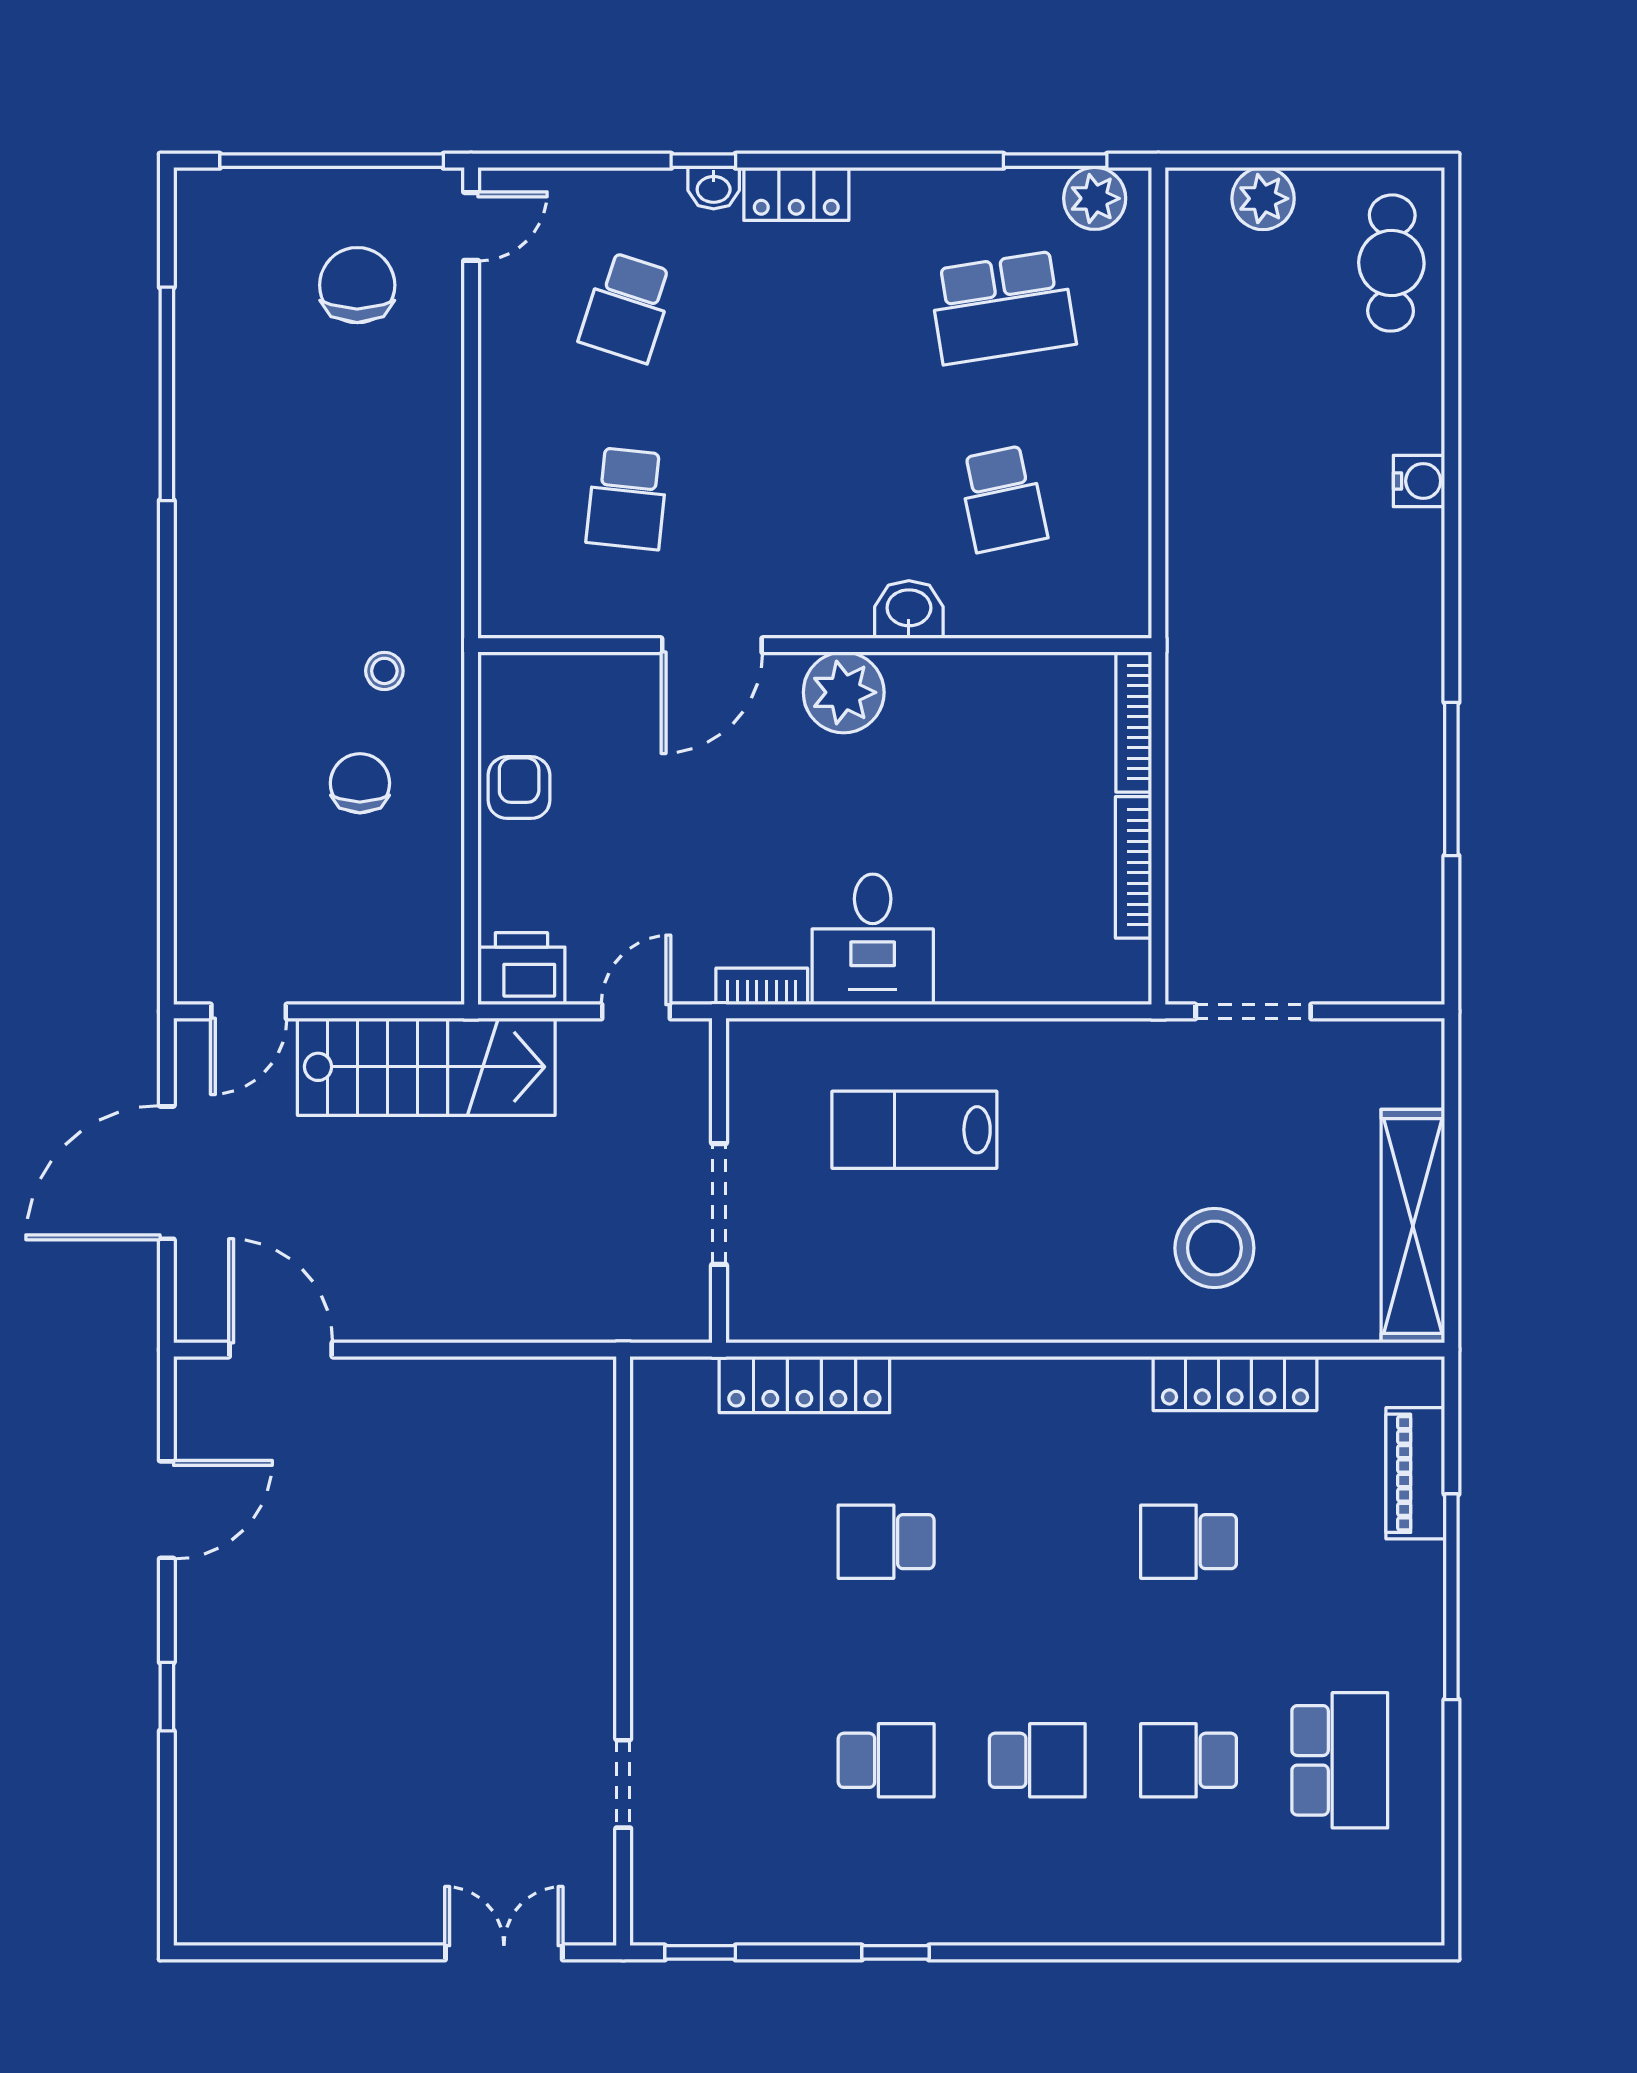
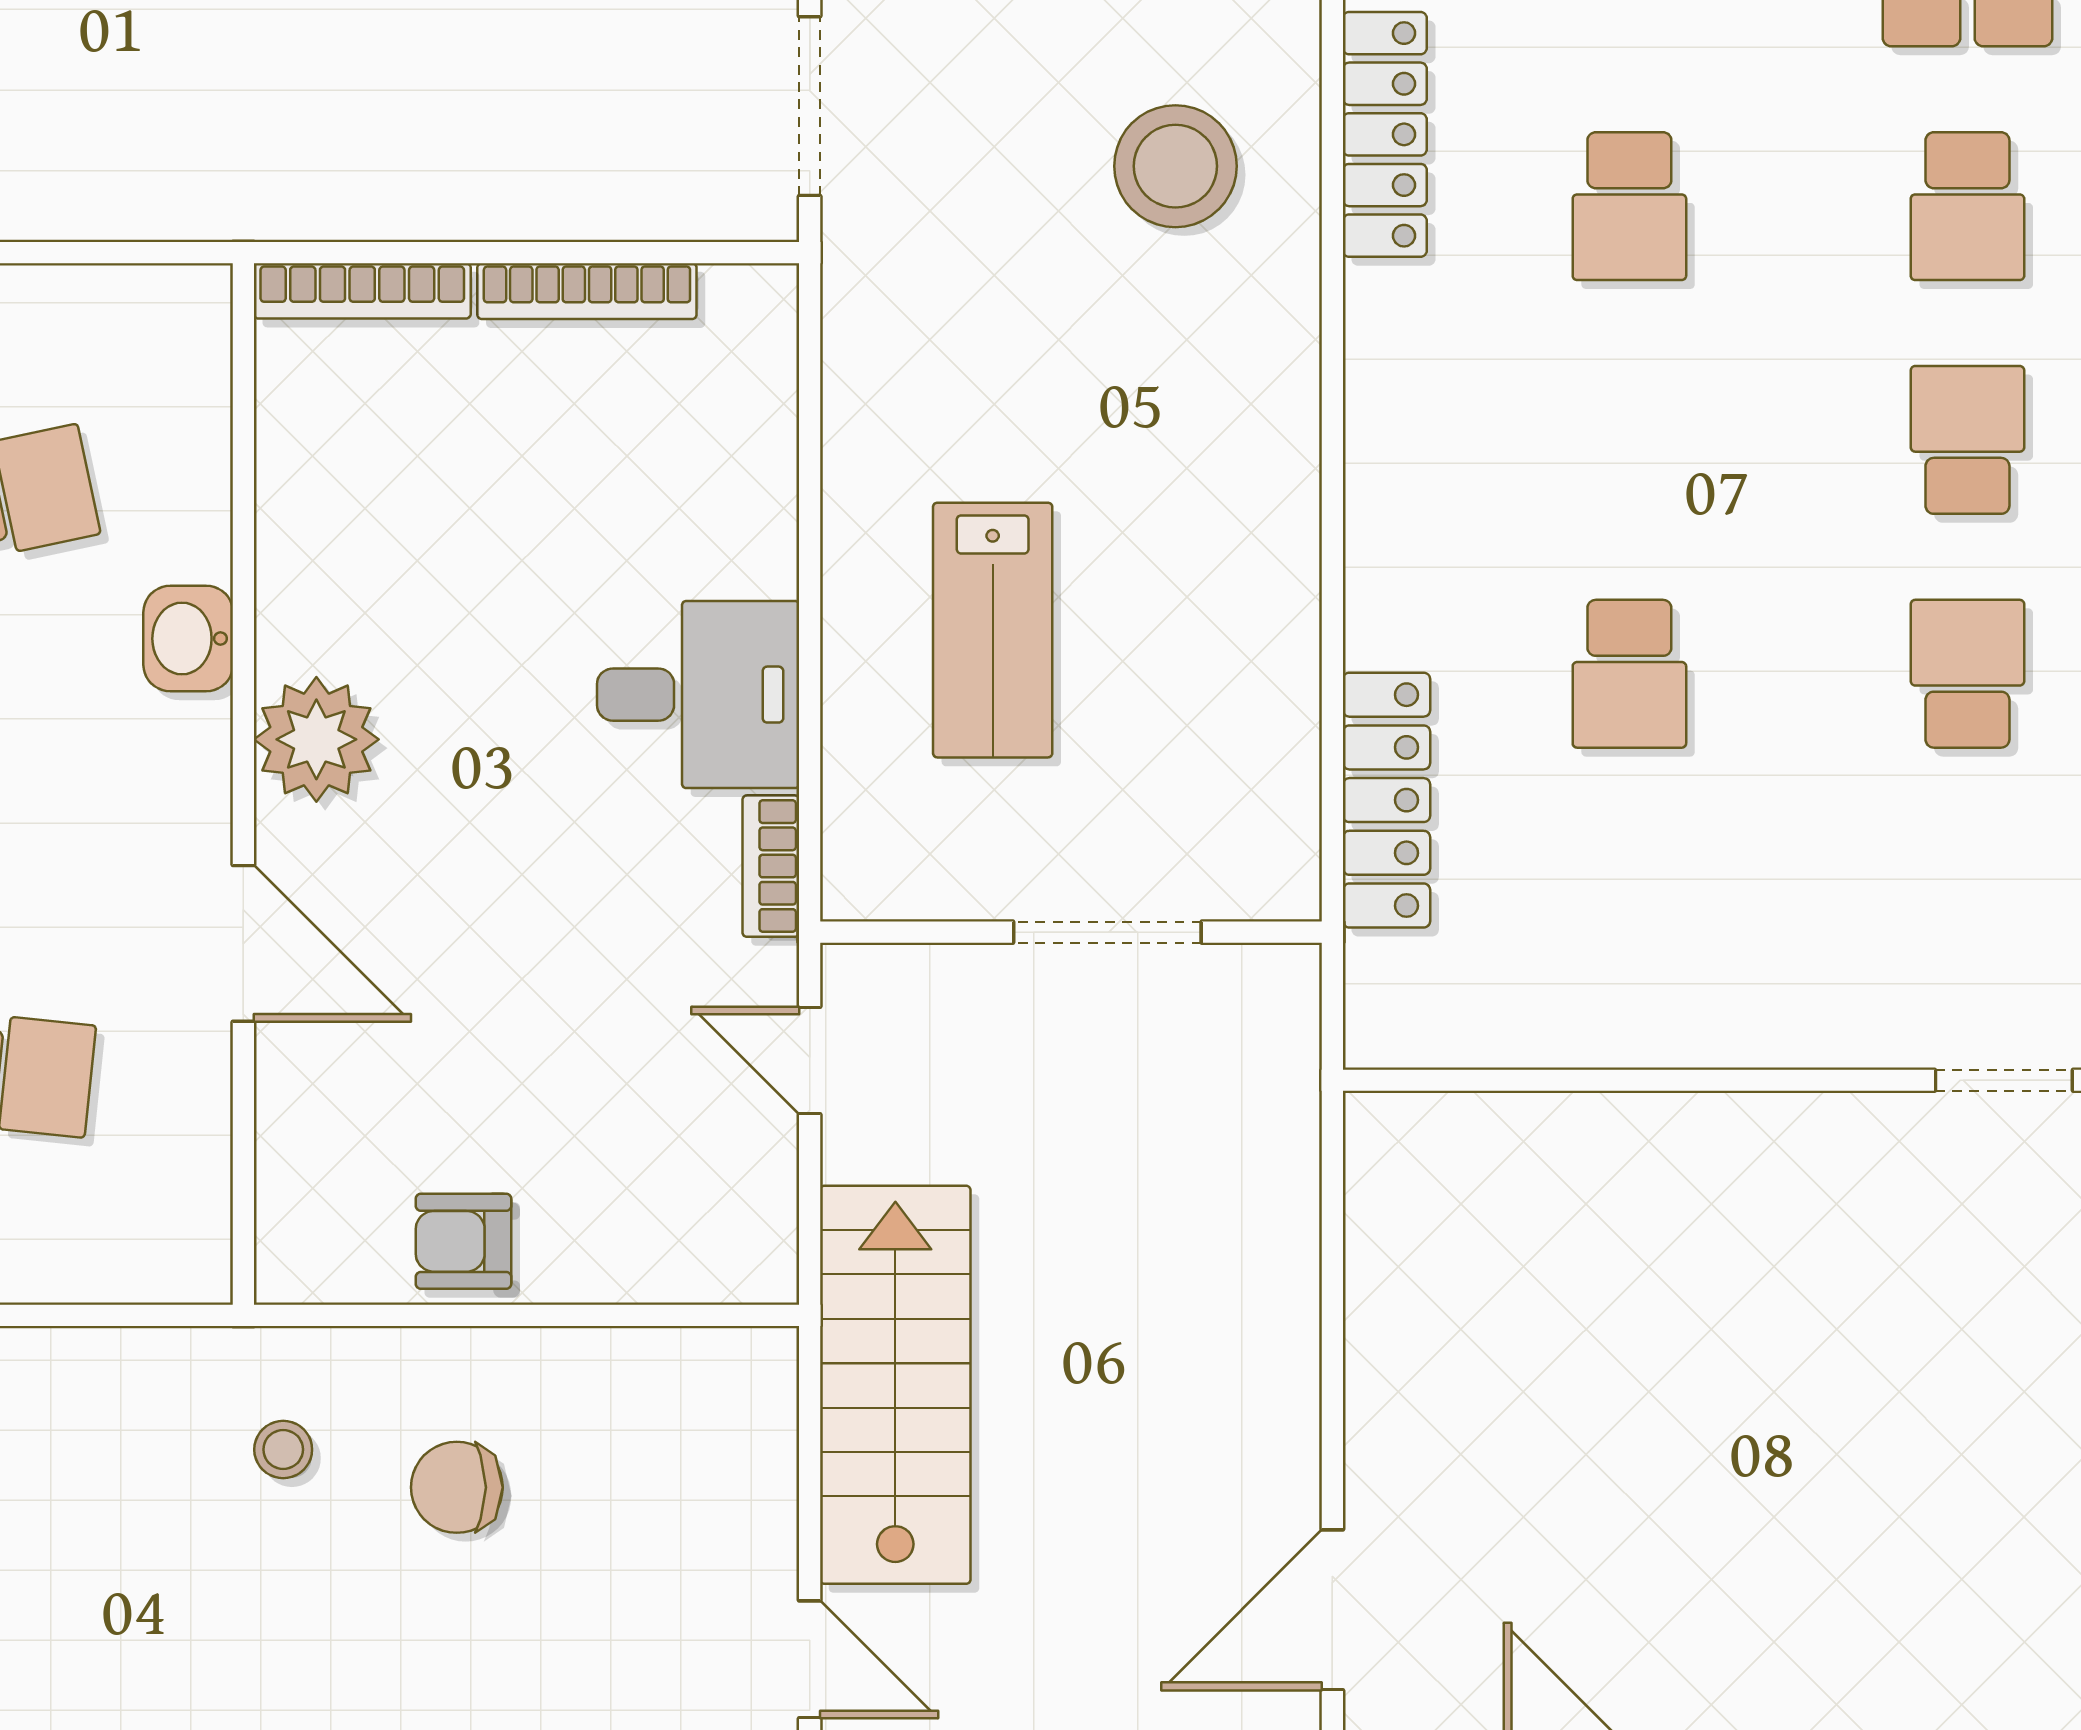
printer: (521, 969) -> (744, 1238), removed

